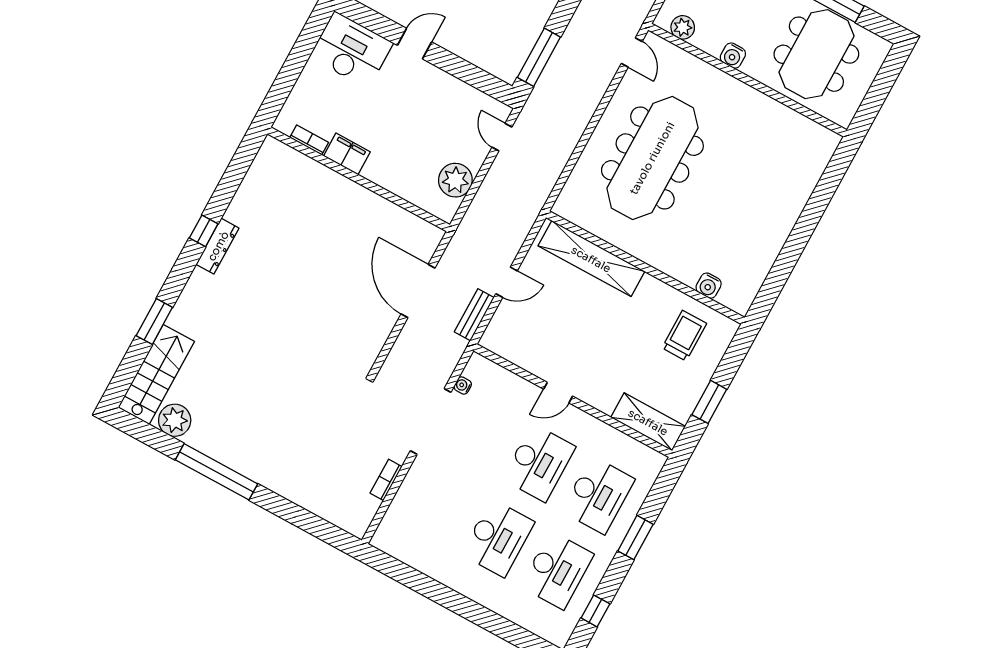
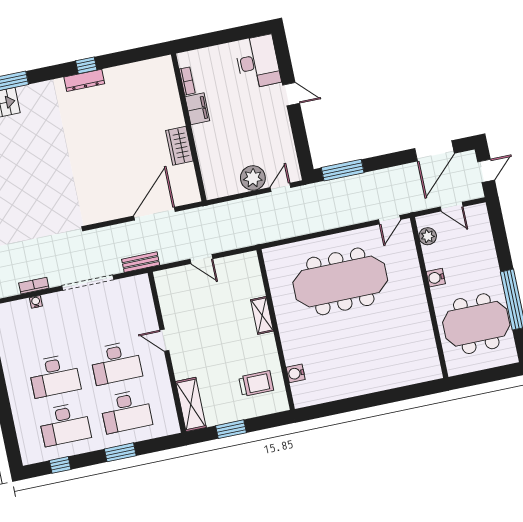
plant: (455, 180) -> (253, 178), moved
wardrobe: (369, 205) -> (179, 146), added
shelving: (591, 259) -> (262, 315), width x0.45, depth x0.75
bench: (474, 315) -> (141, 262), moved
water cooler: (463, 386) -> (36, 302), moved

